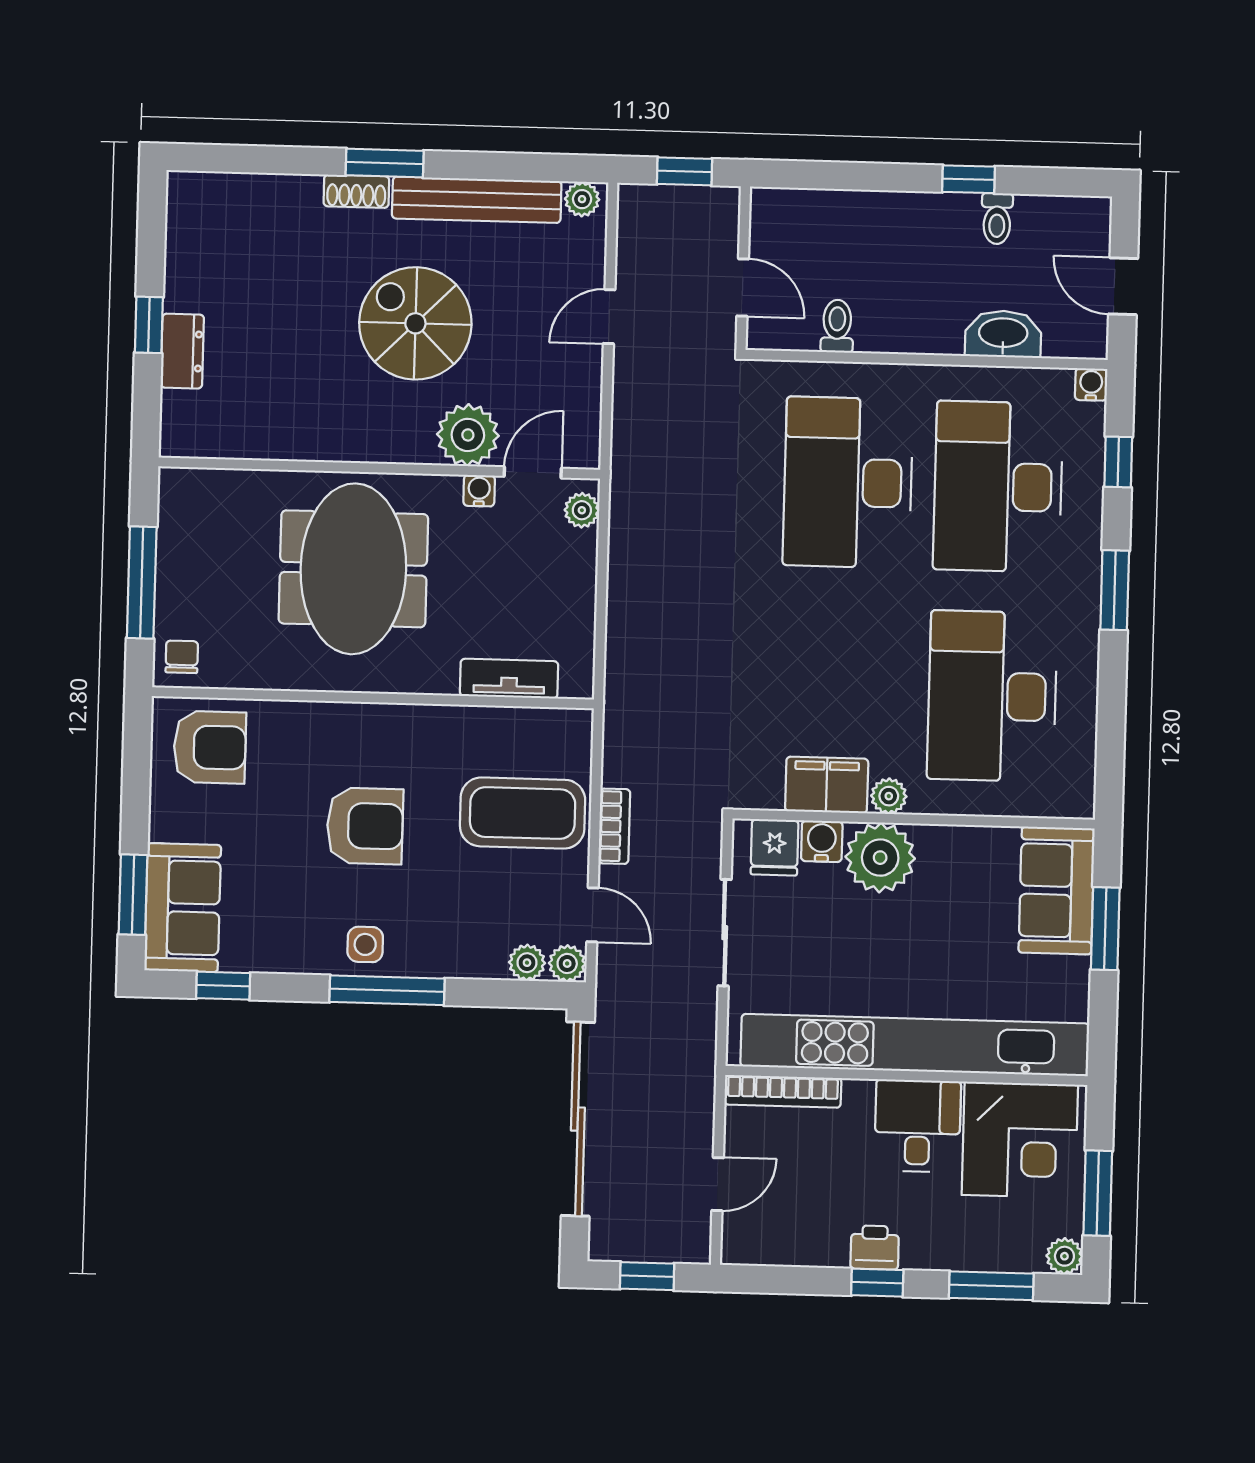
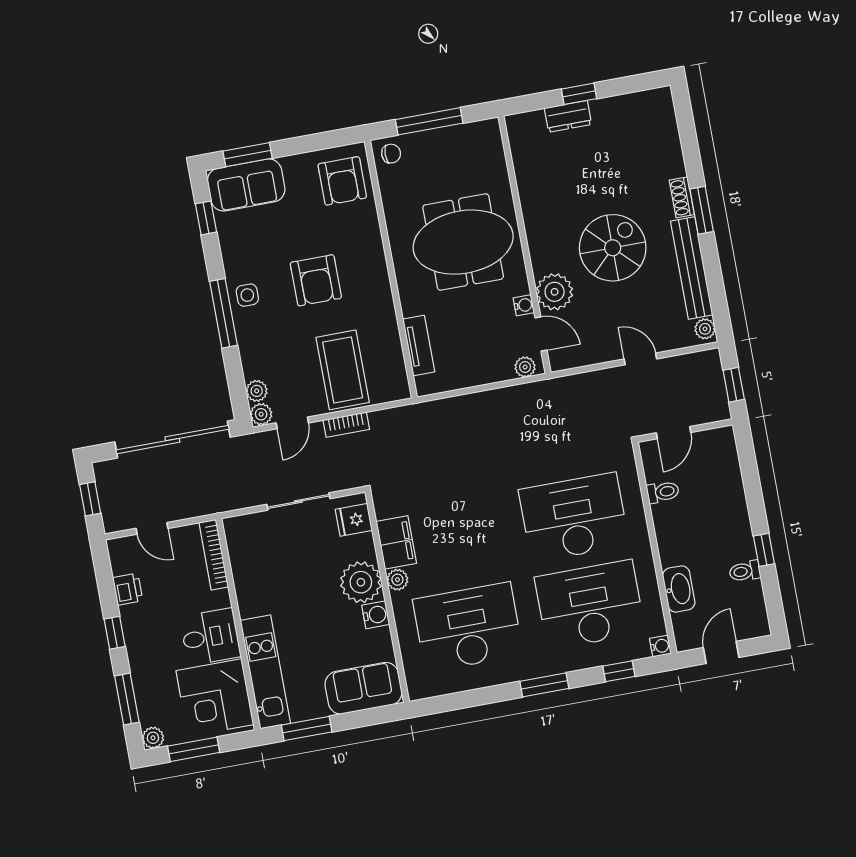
water cooler: (822, 841) -> (376, 615), moved
window: (1105, 929) -> (307, 729), moved
kitchen unit: (915, 1045) -> (265, 672), width x0.54
printer: (875, 1248) -> (128, 589), moved

